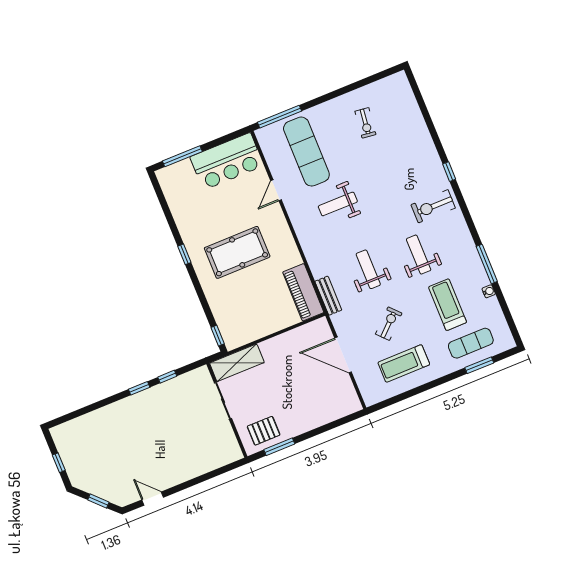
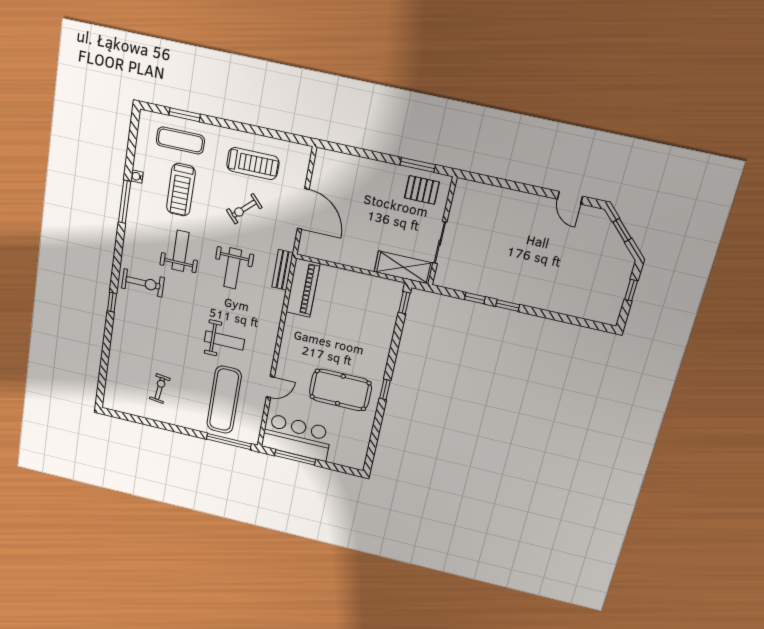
window: (182, 156) -> (295, 457), moved
pool table: (237, 252) -> (340, 390), moved
weight bench: (419, 255) -> (180, 251), turned 180

